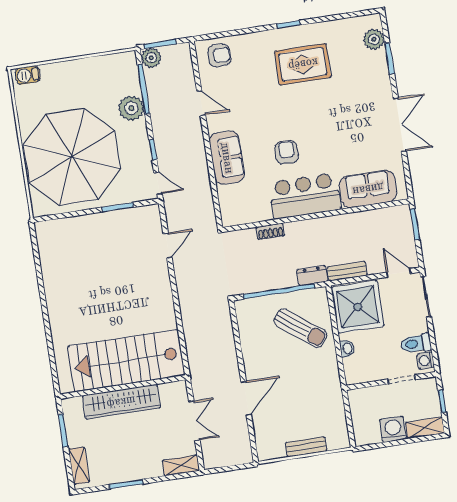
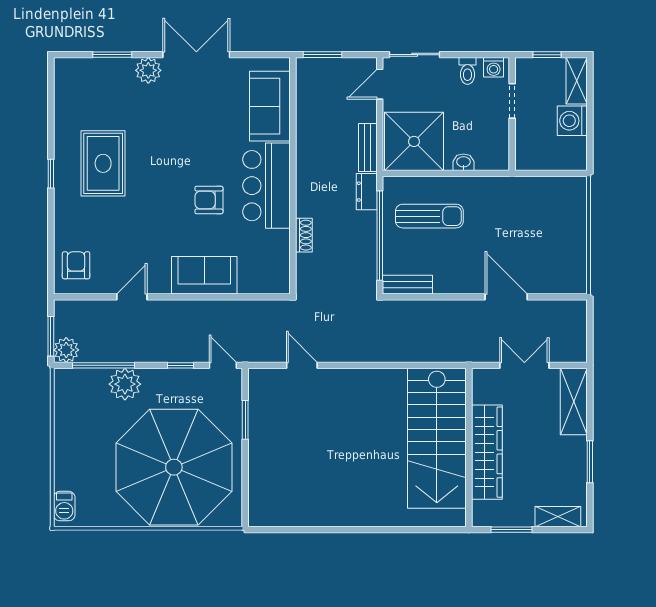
plant: (374, 39) -> (148, 70), moved
door: (158, 183) -> (223, 365), hinge flipped
sun lounger: (301, 328) -> (429, 216), turned 52
toilet: (416, 344) -> (467, 71), width x0.73, depth x0.72
bench: (306, 447) -> (407, 285), moved, turned 90
shelving: (181, 465) -> (574, 401), width x1.50, depth x1.33

